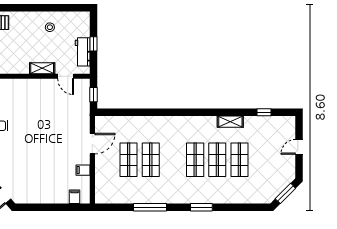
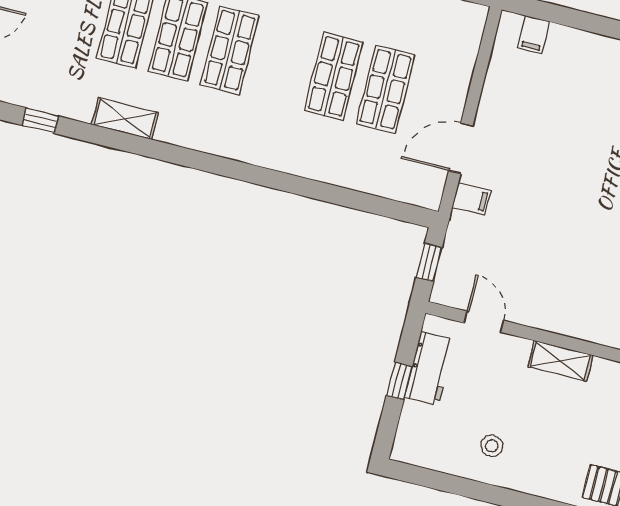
shelving: (42, 68) -> (560, 361), moved
filing cabinet: (83, 170) -> (471, 199), moved

